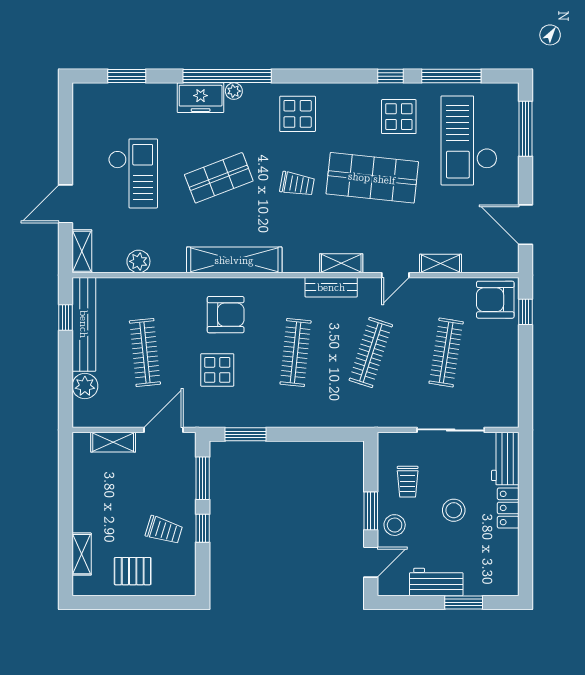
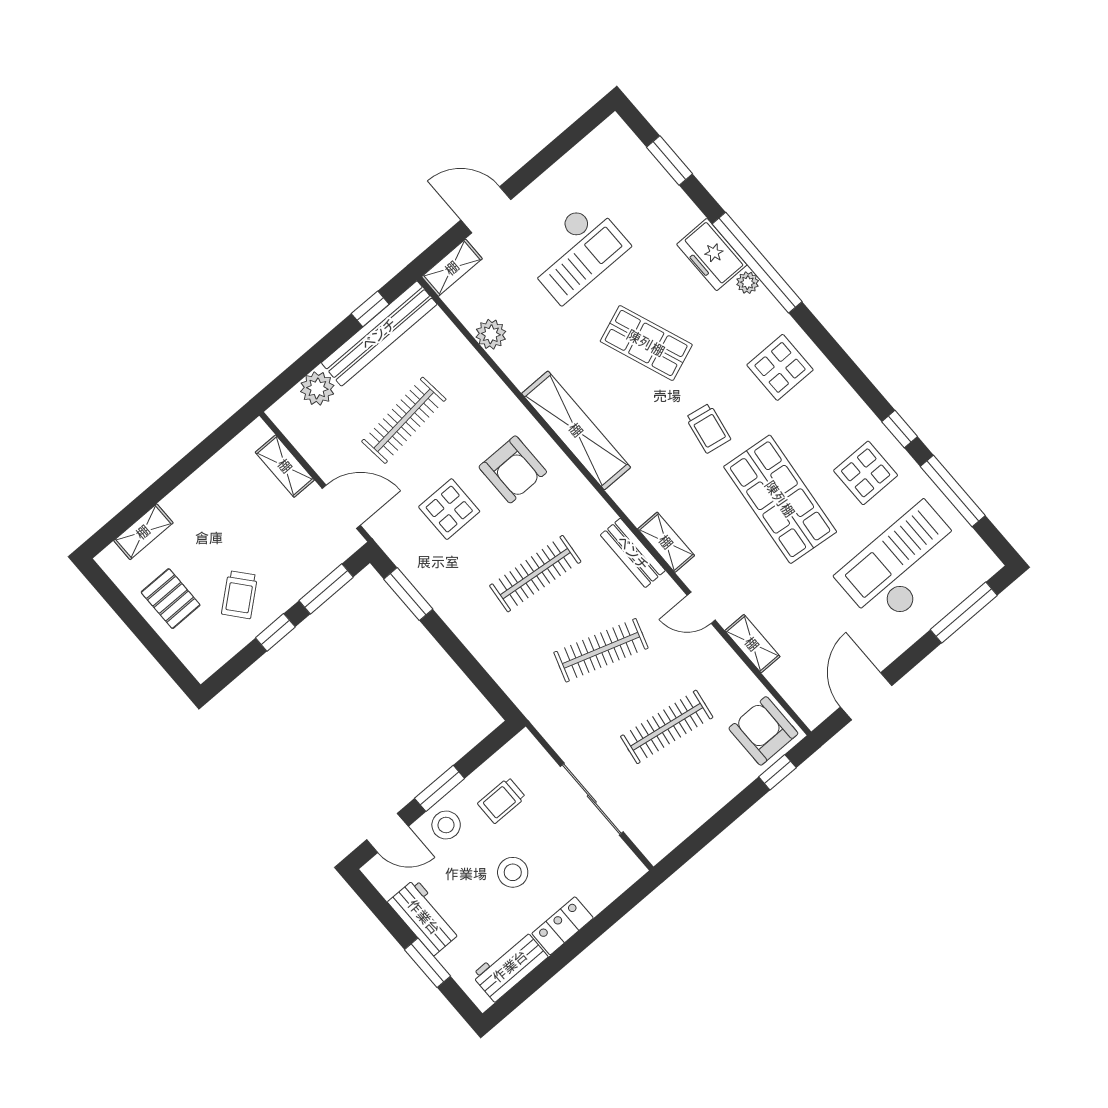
workbench: (505, 459) -> (510, 966), moved
trolley: (164, 530) -> (240, 595), turned 33

